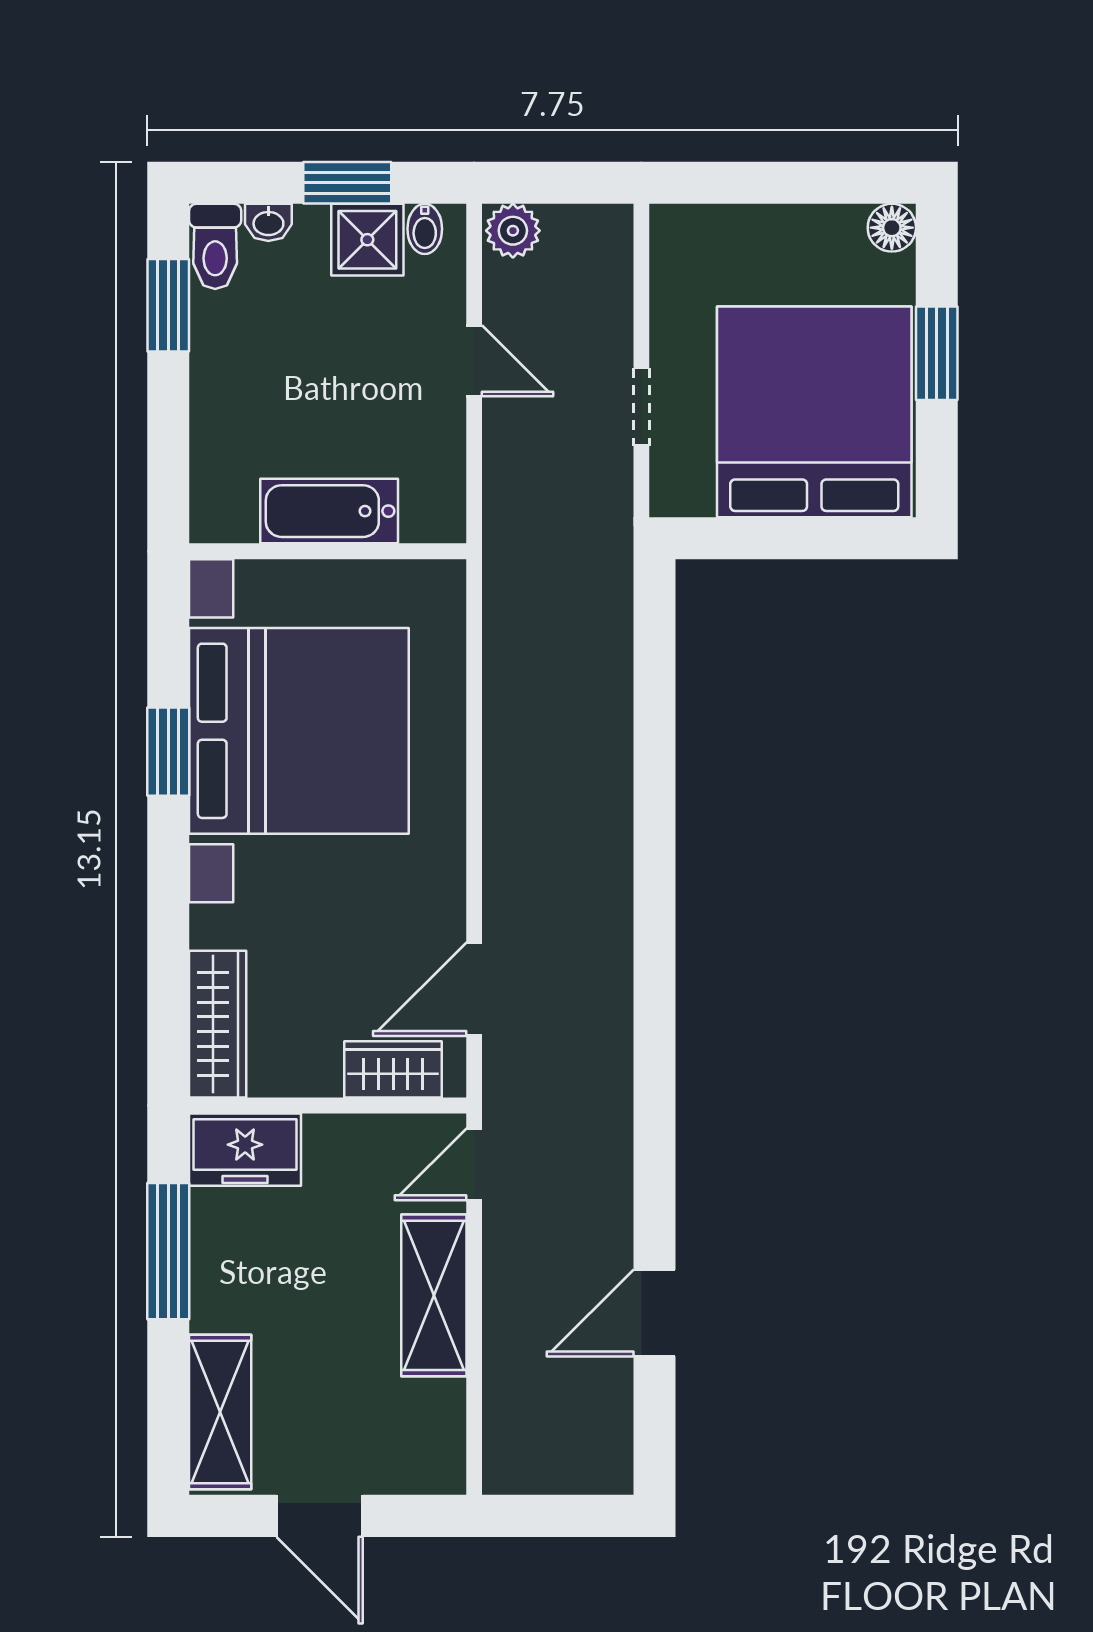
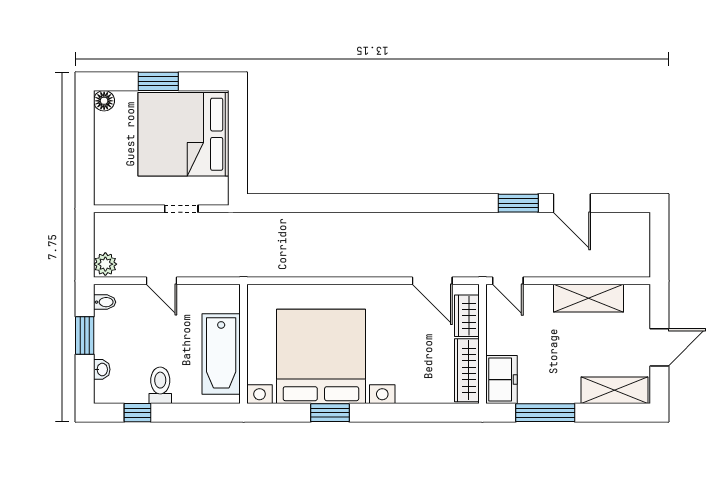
shower: (367, 240) -> (109, 327), removed
toilet: (215, 246) -> (160, 385), moved, turned -90
window: (168, 305) -> (137, 413), width x0.67
door: (474, 361) -> (161, 281), swing flipped
bathtub: (329, 511) -> (221, 354), width x1.36, depth x1.36
wardrobe: (218, 1024) -> (467, 370), moved, turned -90
window: (654, 1188) -> (518, 203), added
shelving: (434, 1295) -> (589, 298), moved

